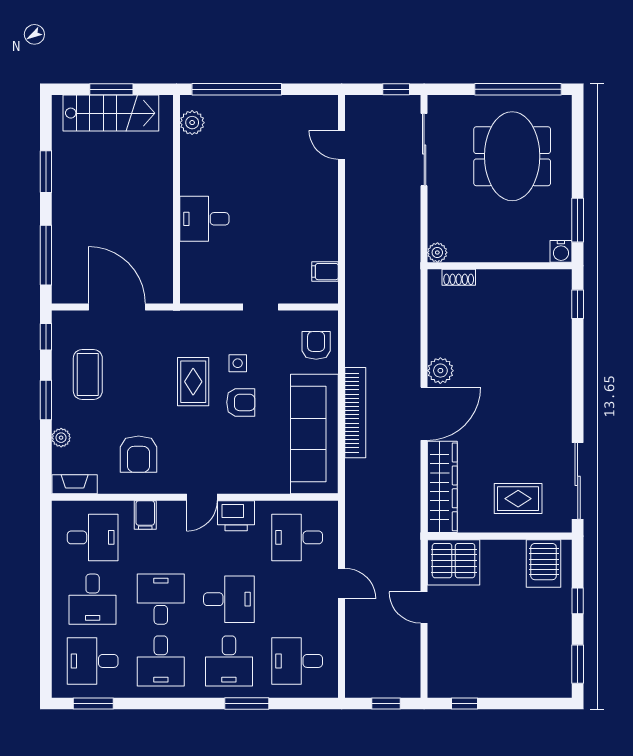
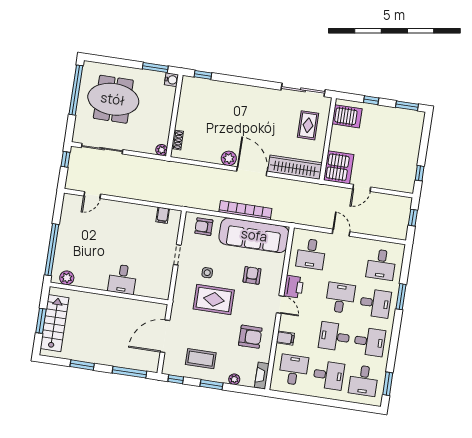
rug: (193, 382) -> (214, 299), width x1.36, depth x1.43
armchair: (241, 402) -> (252, 275), moved
door: (342, 584) -> (341, 233), hinge flipped

